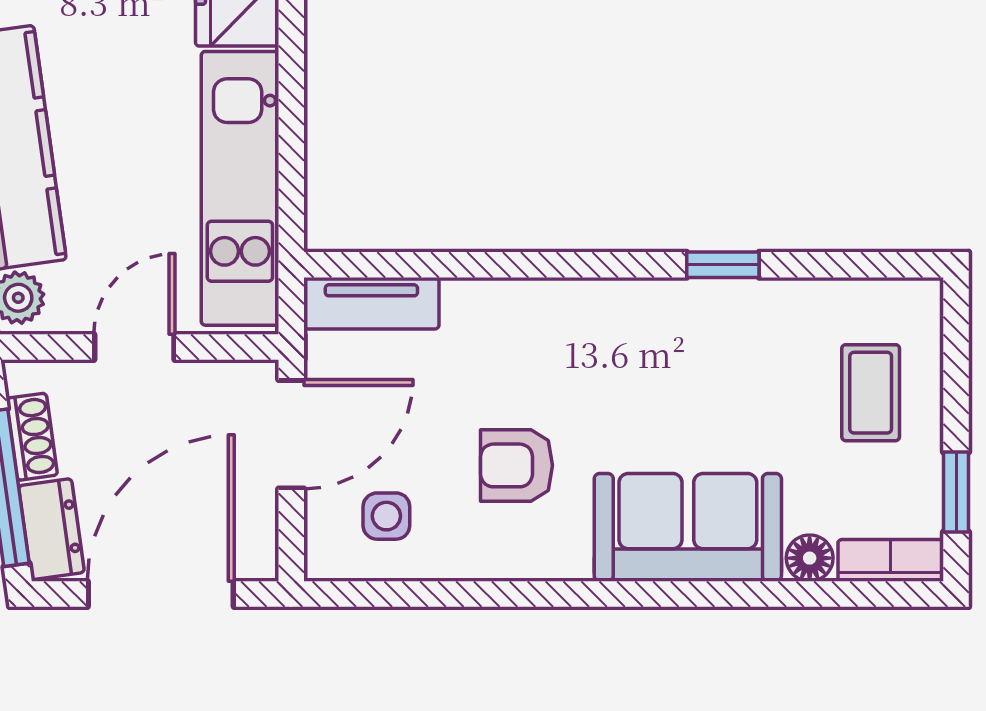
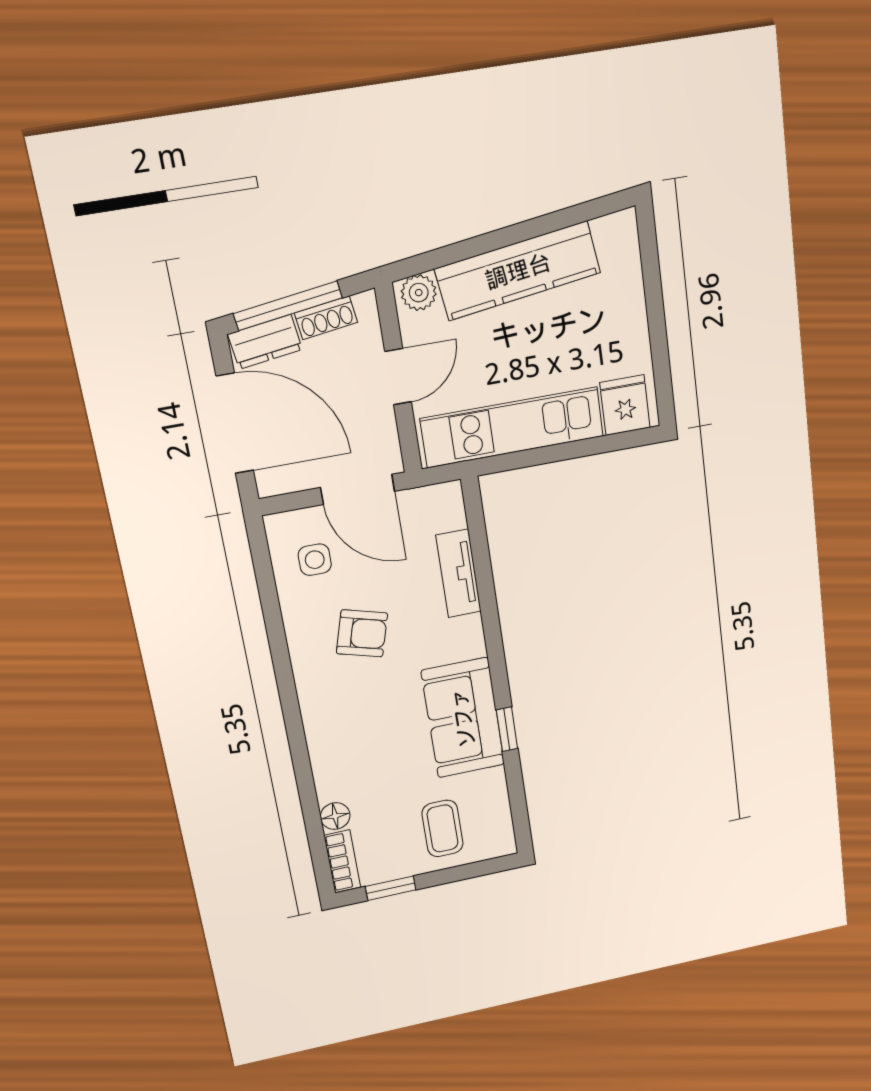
tv unit: (371, 303) -> (459, 573), moved
door: (134, 347) -> (398, 377), hinge flipped
coffee table: (871, 393) -> (442, 828), turned 90
armchair: (517, 465) -> (362, 633), turned 106
sofa: (688, 527) -> (463, 718), moved, turned 180

